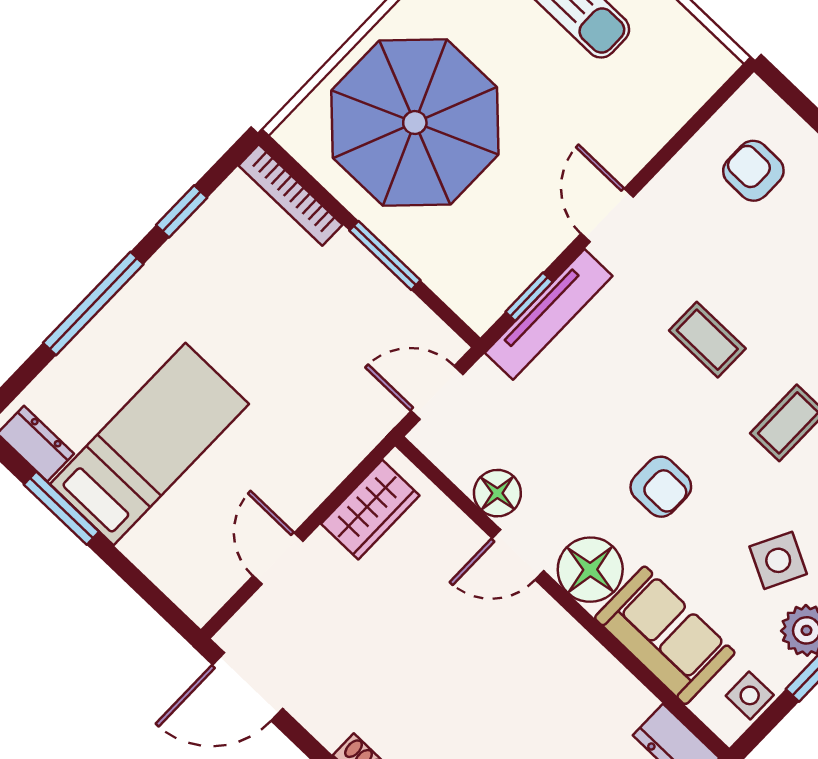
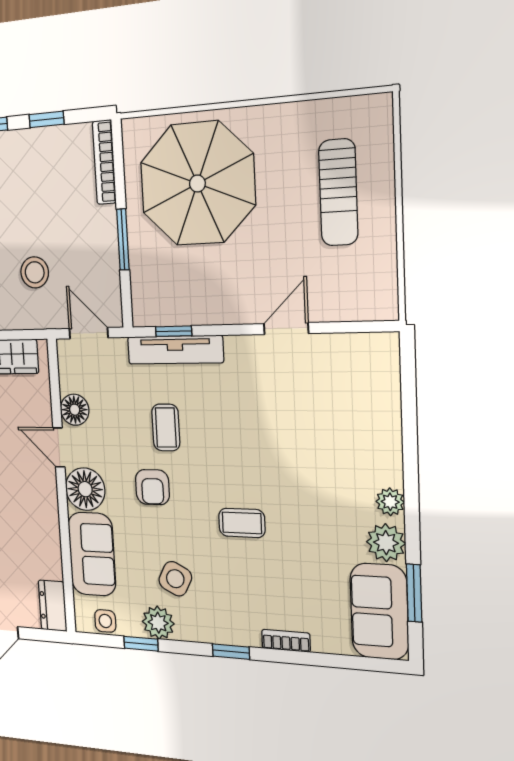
armchair: (753, 171) -> (347, 383), removed
door: (607, 215) -> (286, 329), moved
coffee table: (707, 340) -> (166, 427), moved
stool: (314, 388) -> (35, 272), added

